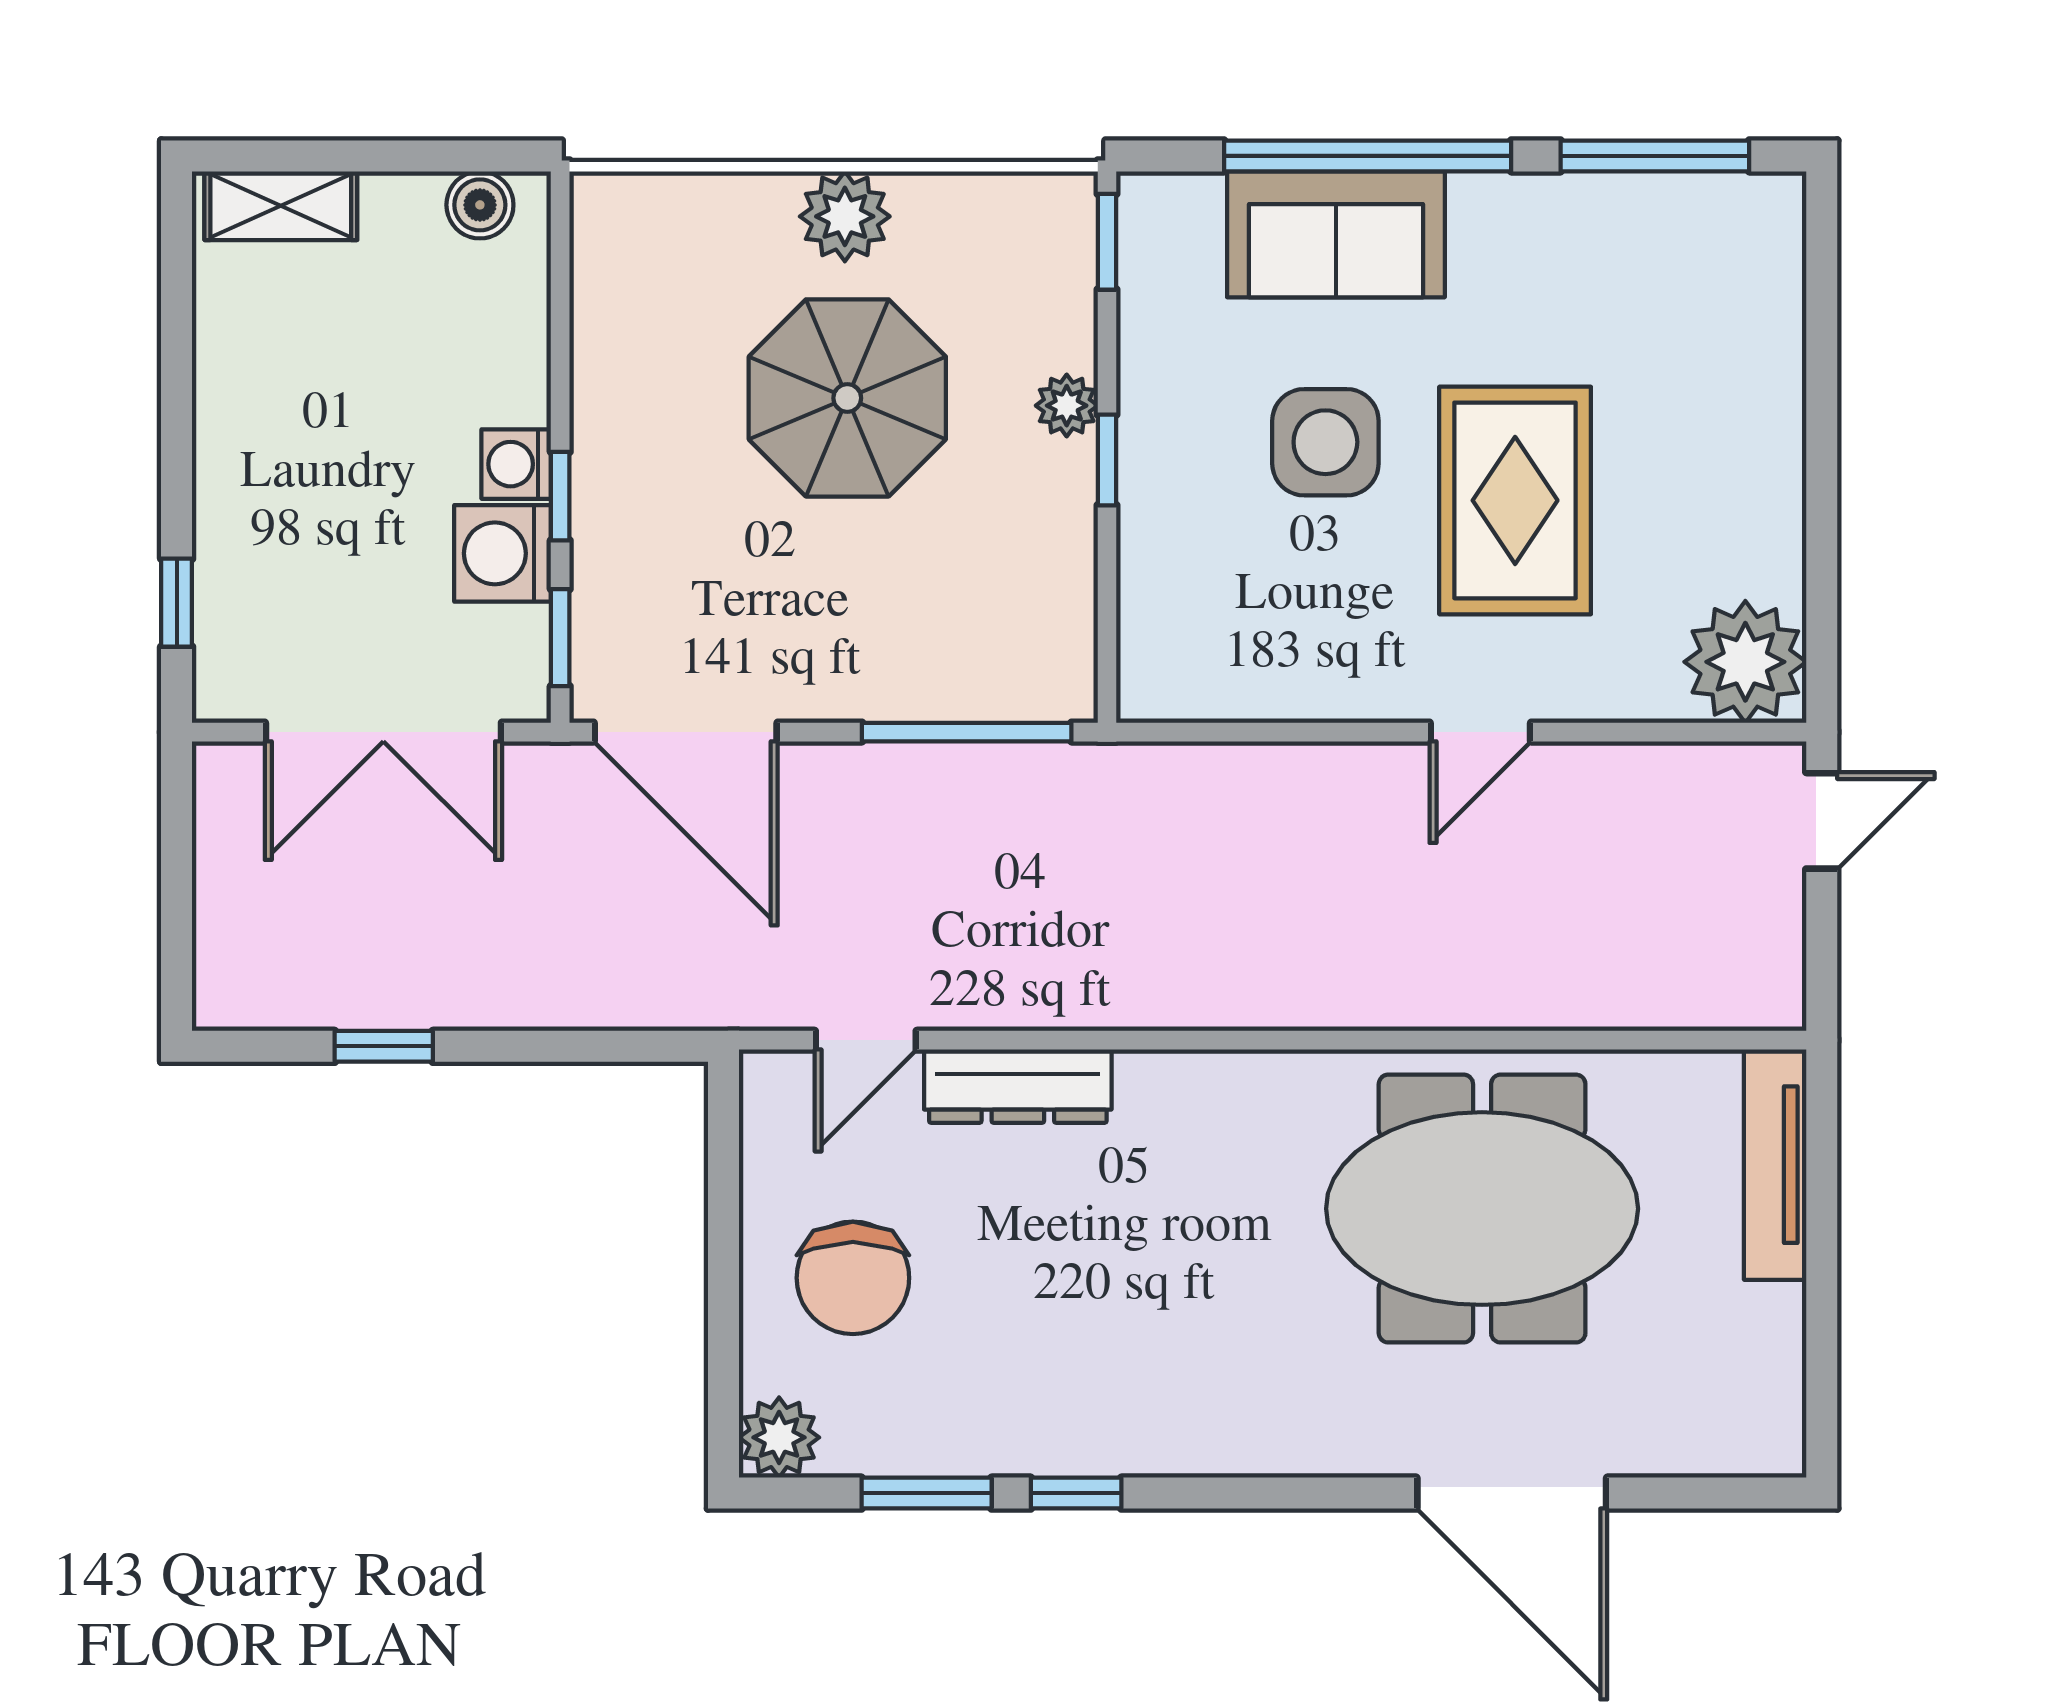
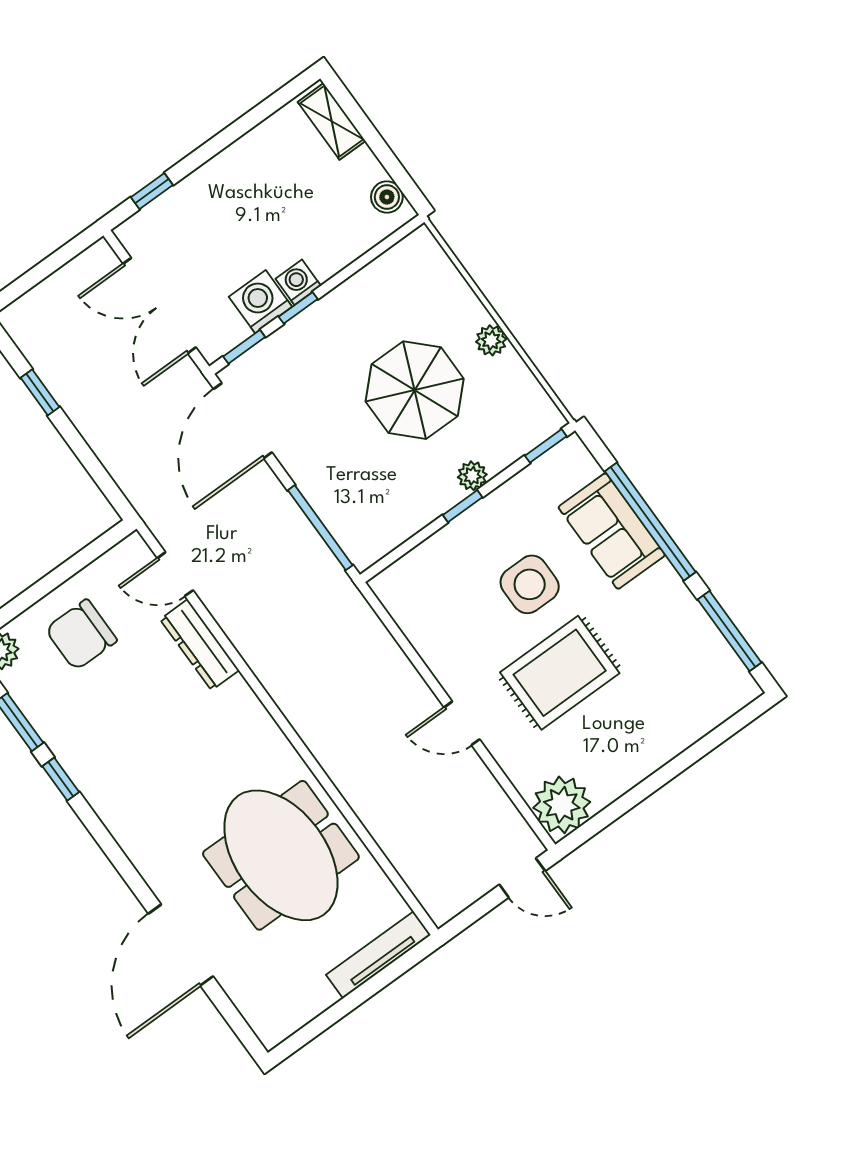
plant: (845, 216) -> (491, 340), width x0.73, depth x0.73

